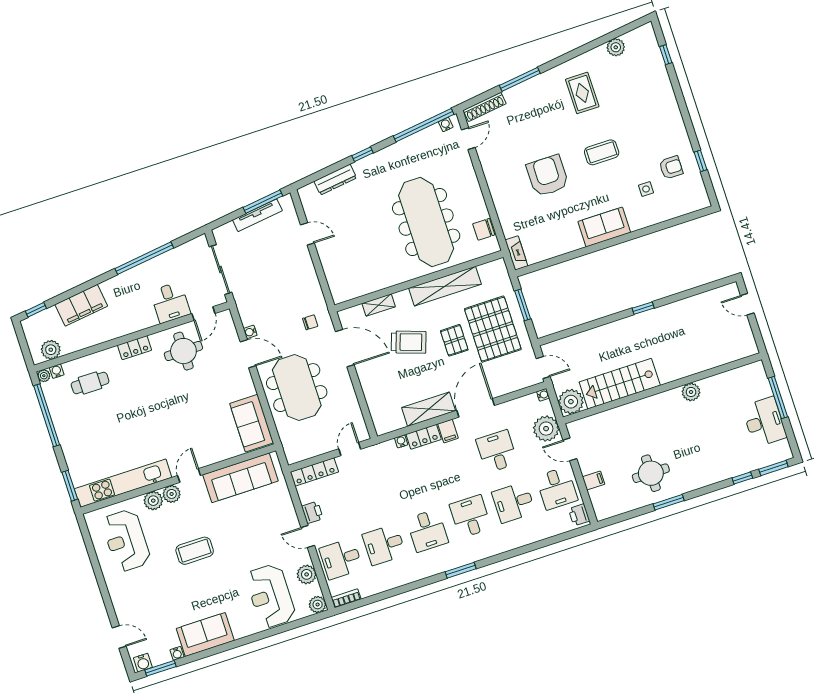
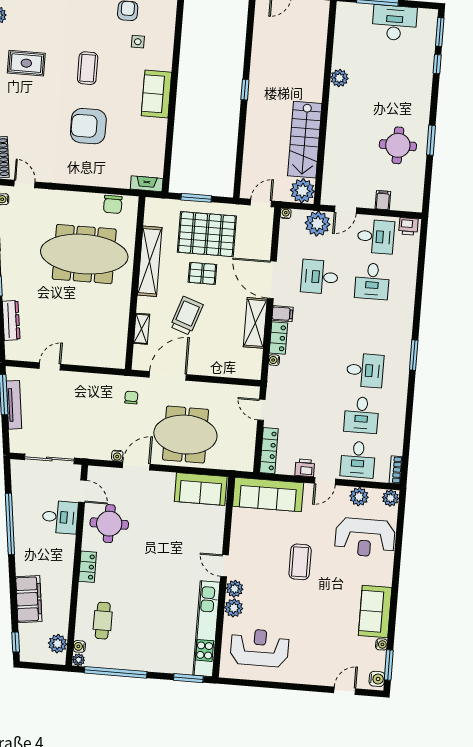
sofa: (240, 478) -> (268, 494), moved, turned 90
desk: (470, 516) -> (369, 326), removed
reception desk: (126, 540) -> (260, 648), turned 180
coffee table: (195, 551) -> (300, 562), moved

